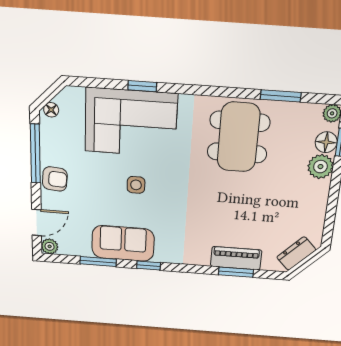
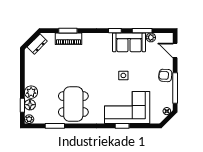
door: (37, 223) -> (175, 51), hinge flipped
plant: (50, 246) -> (151, 37), moved

